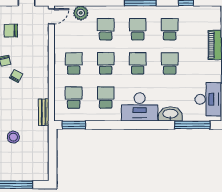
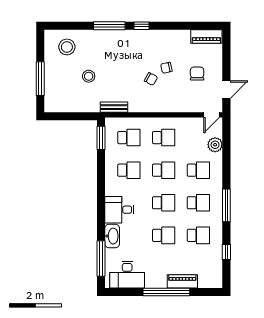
door: (51, 16) -> (212, 115), hinge flipped
desk: (140, 107) -> (119, 210), width x0.73

